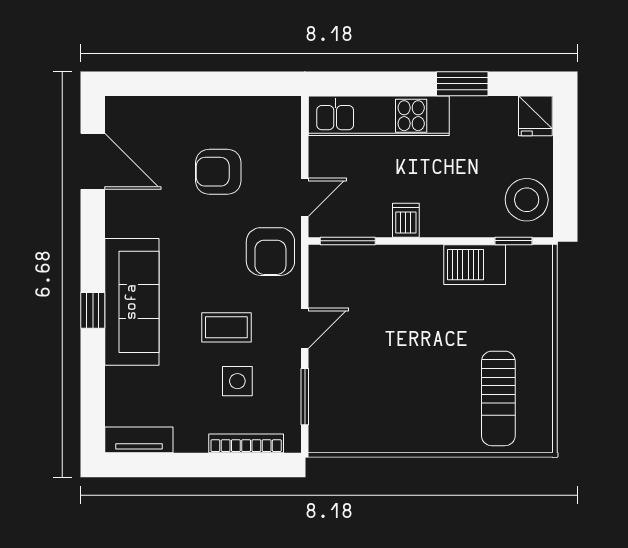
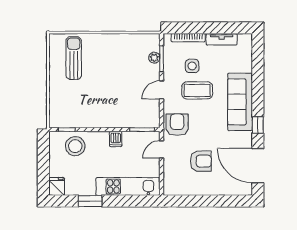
door: (93, 161) -> (258, 166), width x1.36
stool: (527, 200) -> (75, 146), moved
barbecue: (475, 265) -> (84, 119), removed
window: (93, 310) -> (258, 125), moved
coffee table: (226, 327) -> (197, 90), width x1.36, depth x1.30
plant: (321, 399) -> (154, 58), added
tv unit: (139, 440) -> (222, 39), moved

